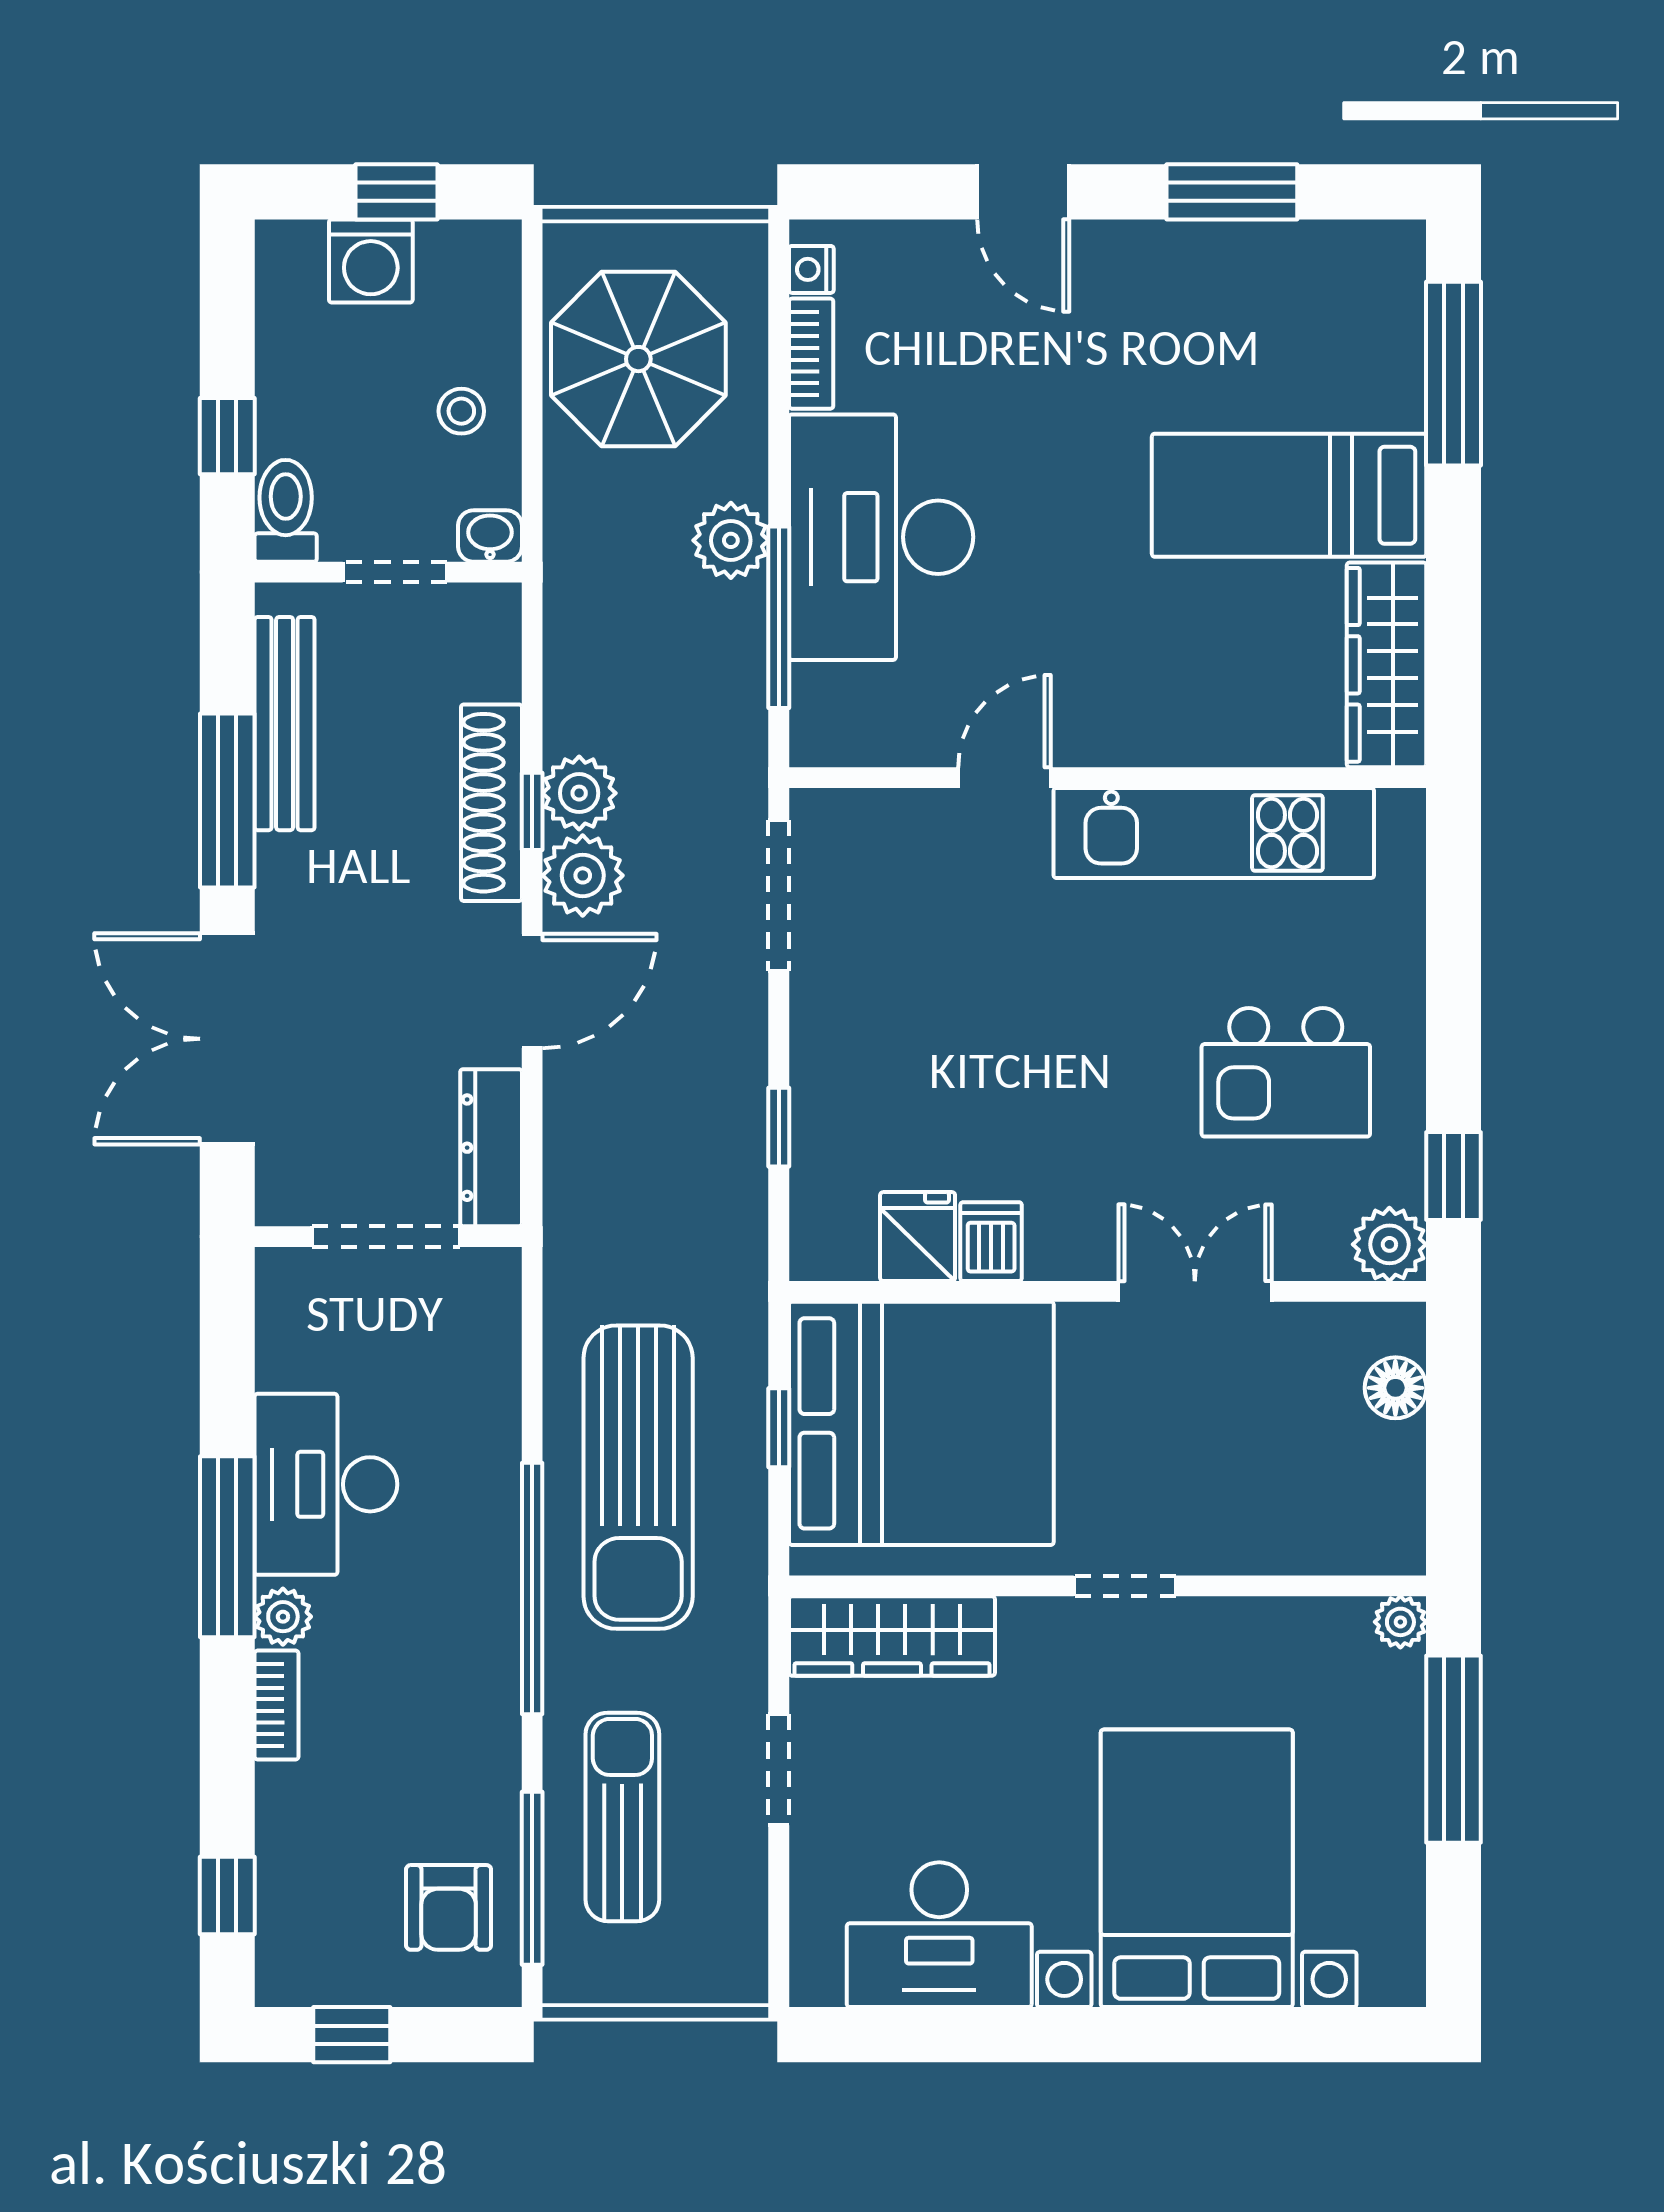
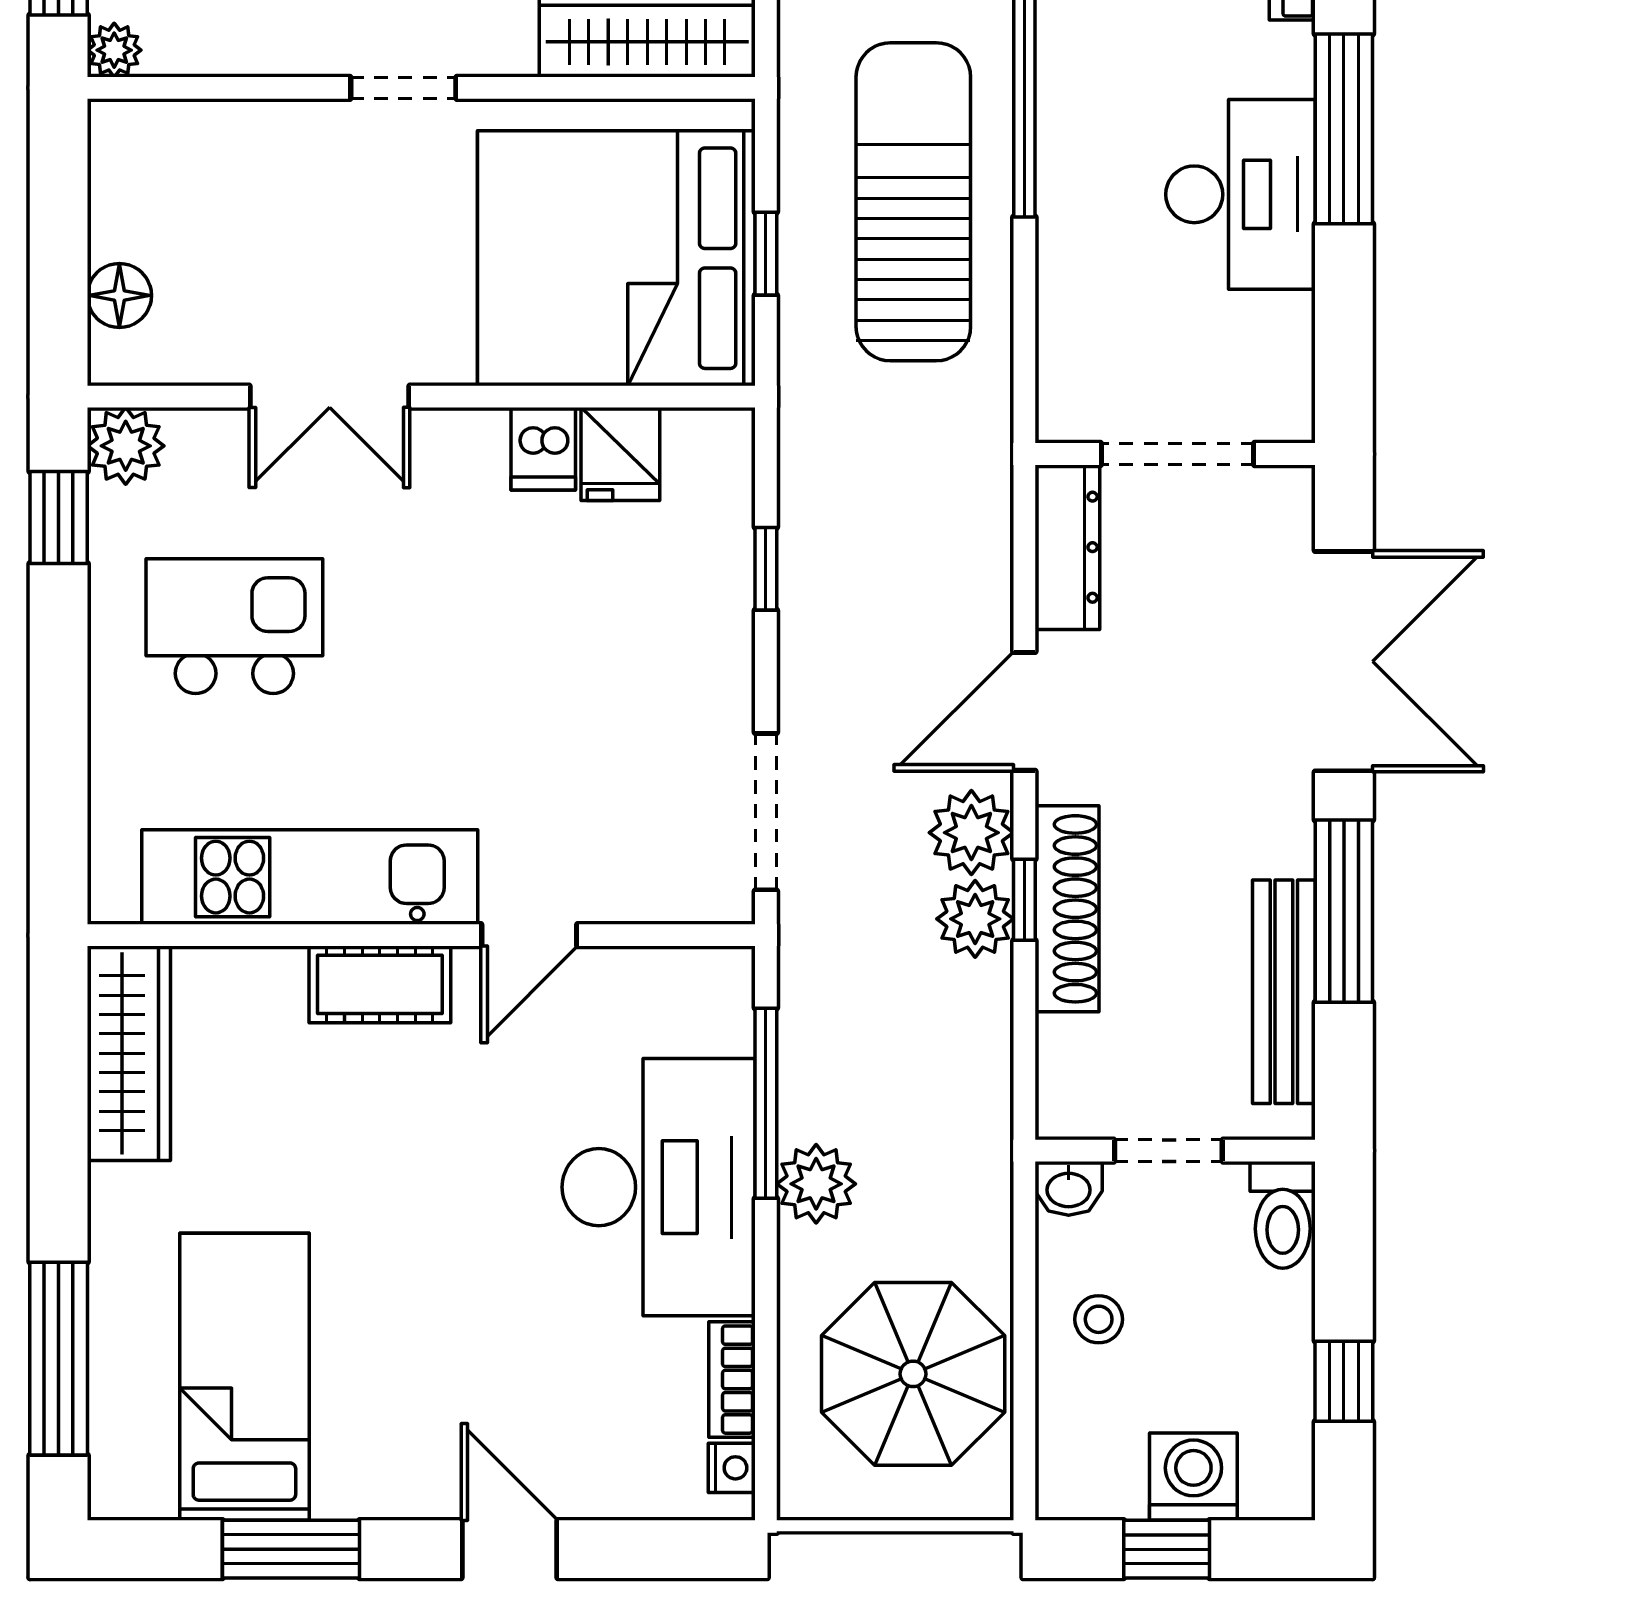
window: (227, 436) -> (1344, 1381), moved
bed: (1289, 495) -> (244, 1377), moved, turned -90
cot: (1147, 731) -> (380, 984), added
plant: (283, 1617) -> (1286, 56), removed

